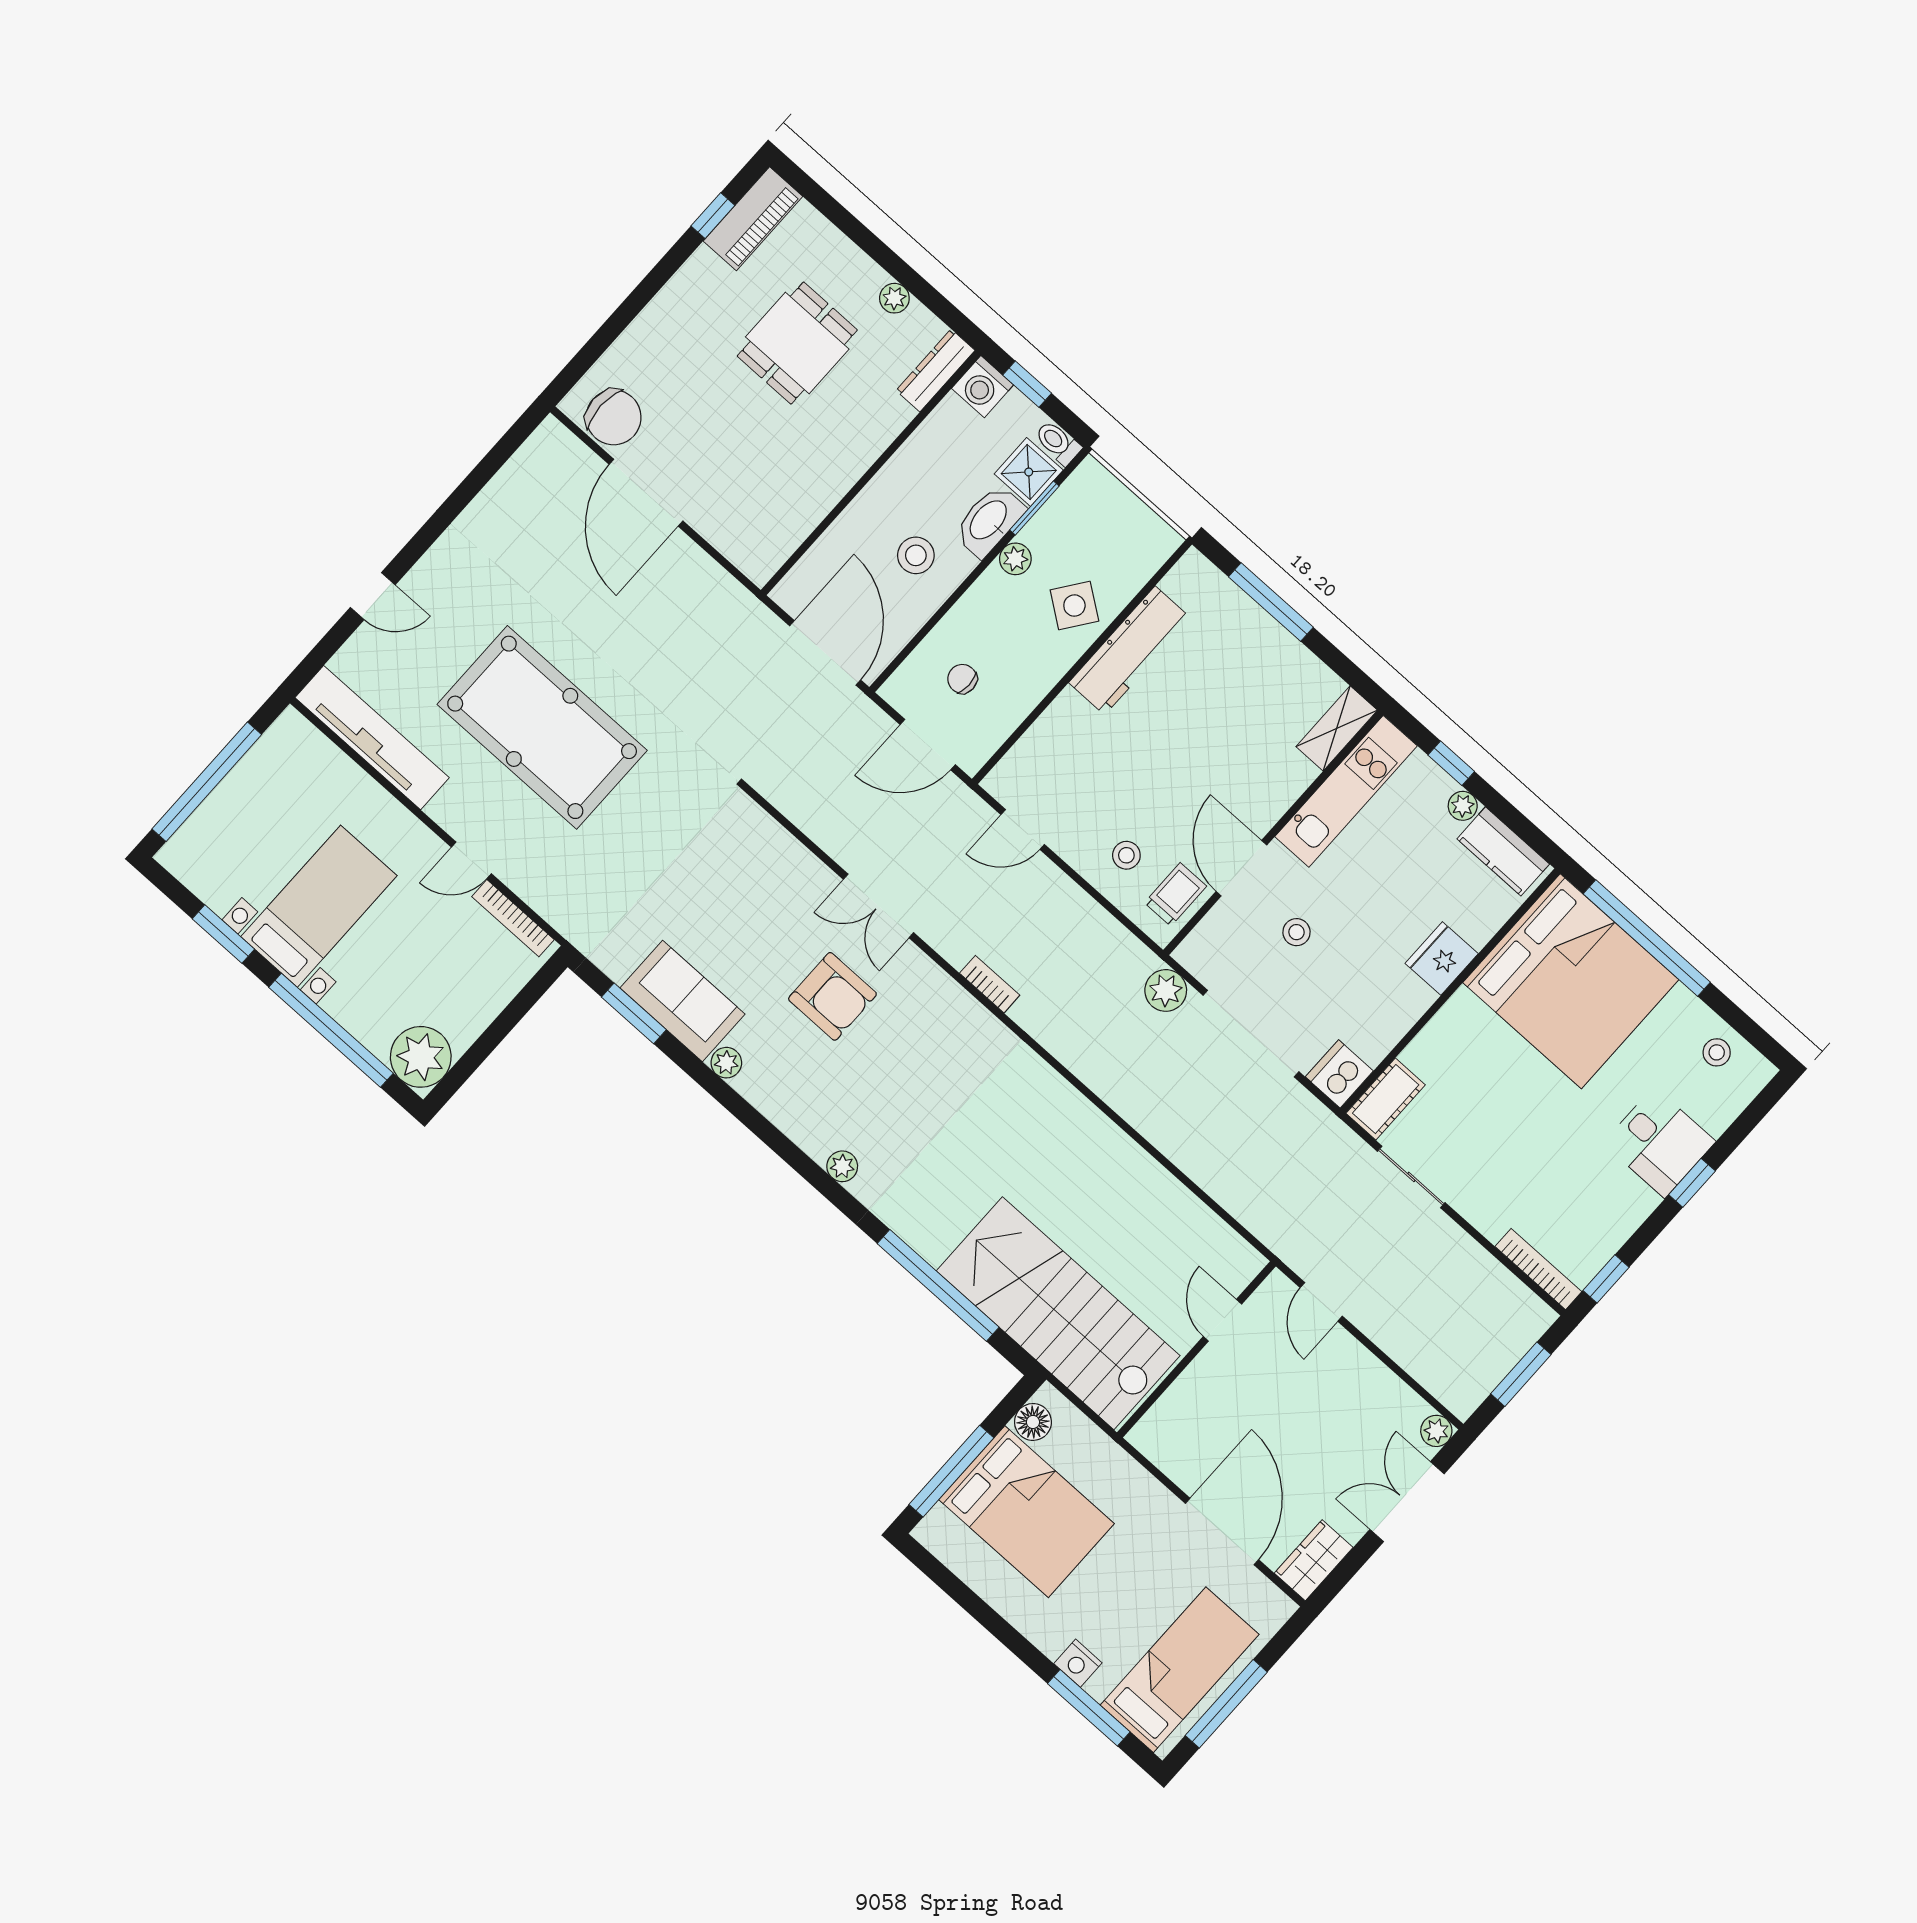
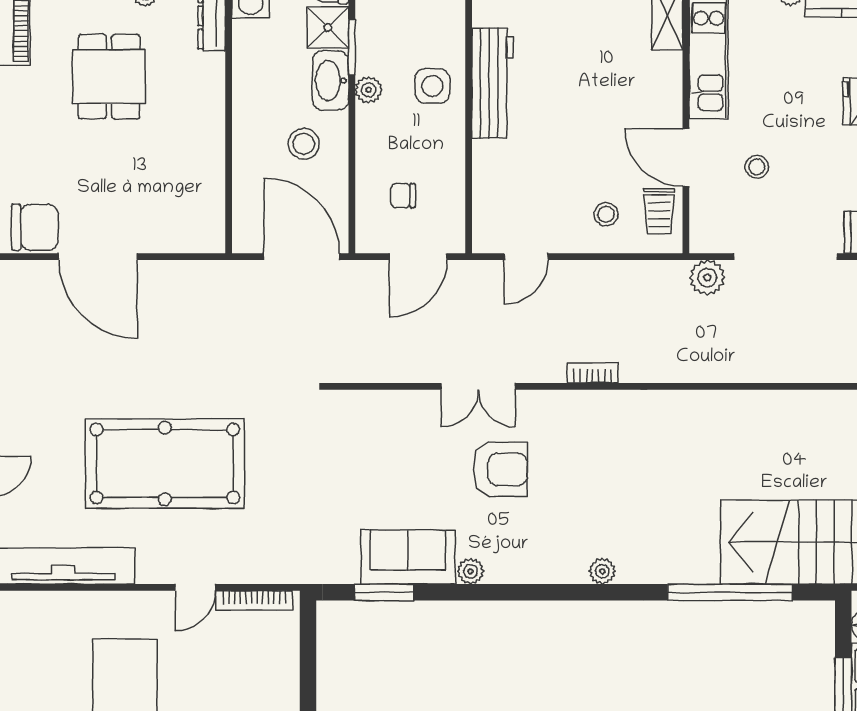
side table: (1074, 606) -> (432, 86), turned -36
trolley: (1175, 894) -> (659, 211), turned 180

